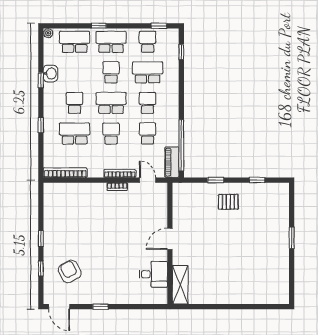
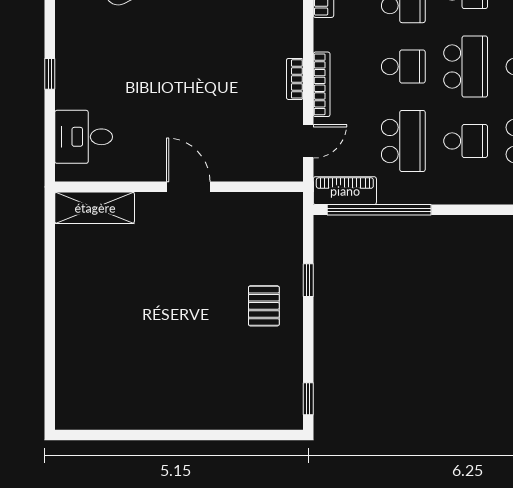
school desk: (148, 133) -> (403, 141), width x1.85
window: (257, 180) -> (308, 399), moved
window: (292, 238) -> (190, 435), removed
desk: (153, 274) -> (84, 137), moved, turned 90
window: (100, 307) -> (50, 74), moved

